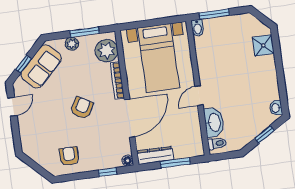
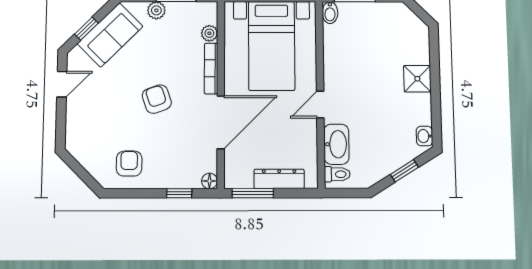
shower: (263, 45) -> (417, 79), moved
plant: (107, 51) -> (209, 33), width x0.53, depth x0.53
armchair: (82, 108) -> (157, 99), turned -49
dresser: (155, 155) -> (279, 179), moved
window: (175, 163) -> (253, 193), moved

